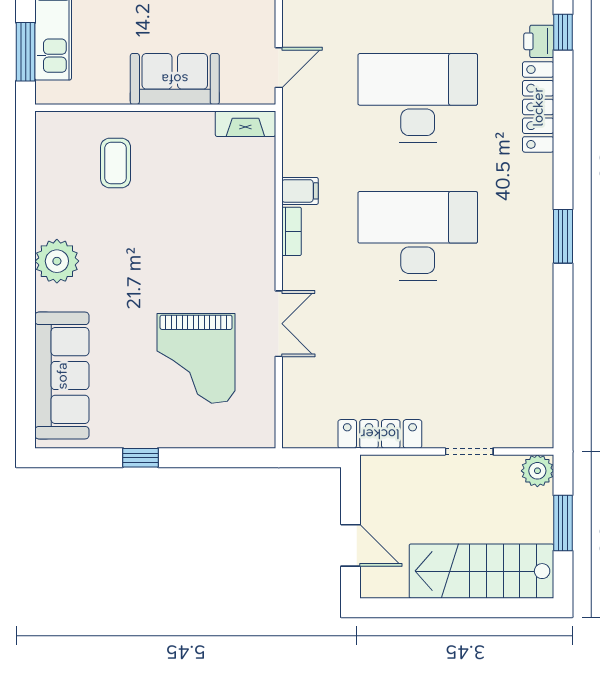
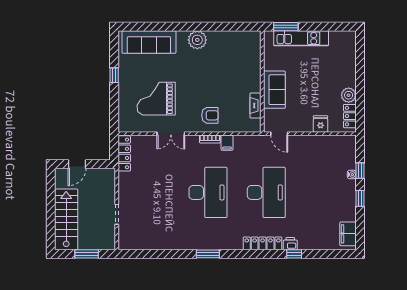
fireplace: (245, 124) -> (255, 106), moved
coffee table: (116, 163) -> (239, 65), removed
armchair: (235, 232) -> (210, 115), added
locker: (380, 434) -> (124, 153), moved
plant: (537, 471) -> (109, 243), removed

